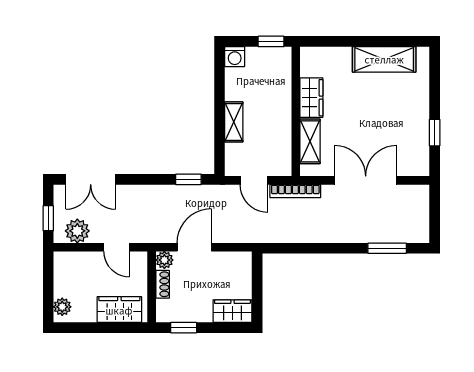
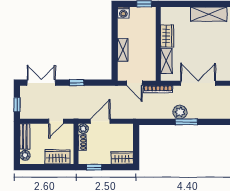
double door: (91, 179) -> (41, 83), swing flipped
window: (188, 179) -> (77, 83), moved
plant: (77, 231) -> (180, 112), moved
door: (117, 247) -> (56, 121), hinge flipped
window: (387, 248) -> (186, 122), moved
bench: (62, 274) -> (25, 137), added

